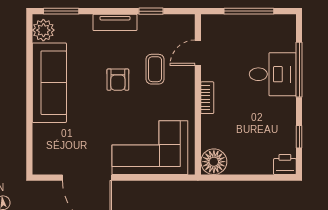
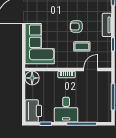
door: (198, 53) -> (91, 69), hinge flipped
desk: (273, 74) -> (66, 110), moved
printer: (285, 164) -> (33, 111), width x1.87, depth x1.48

